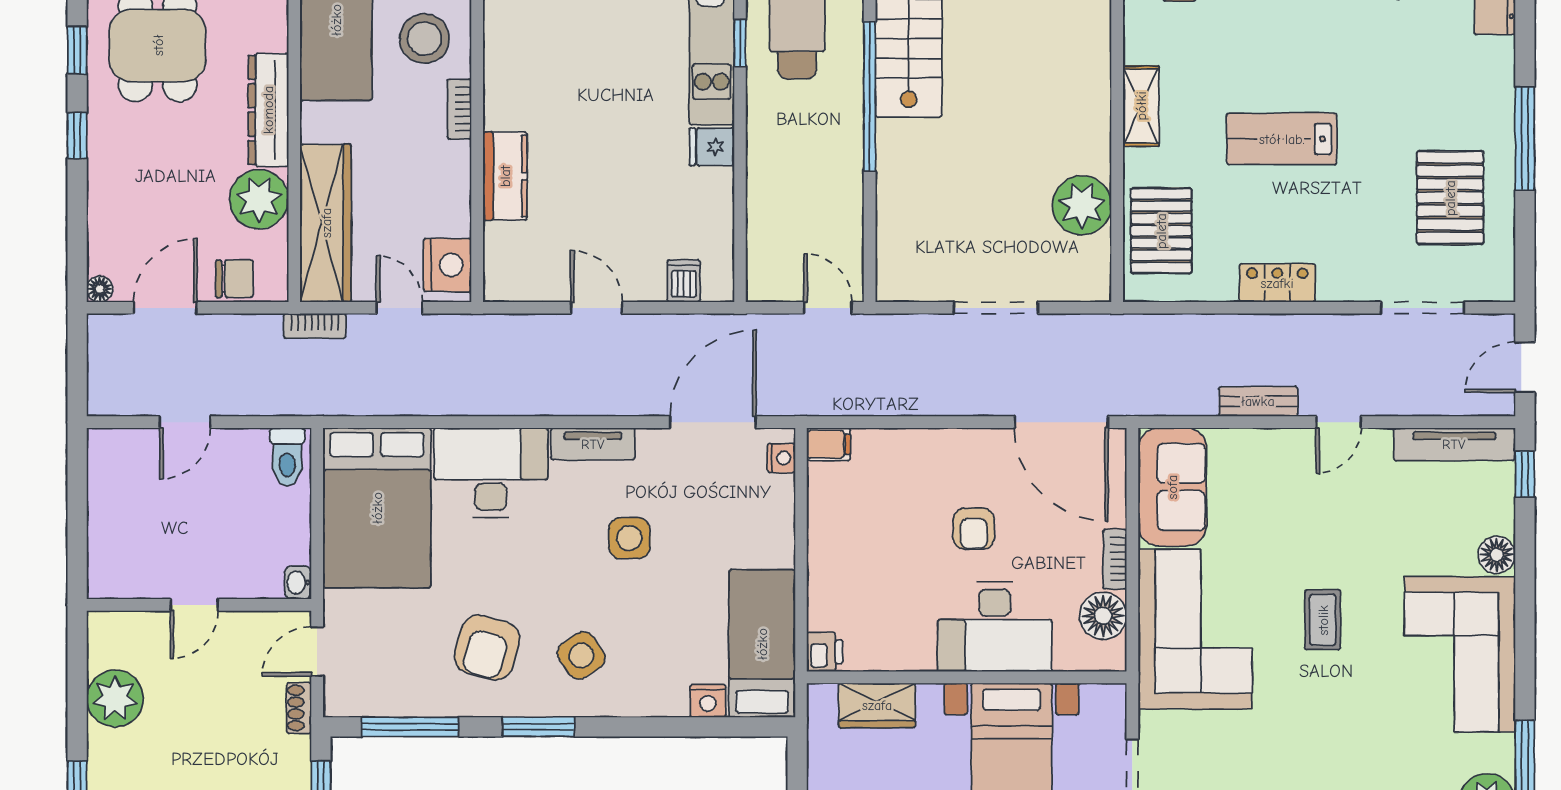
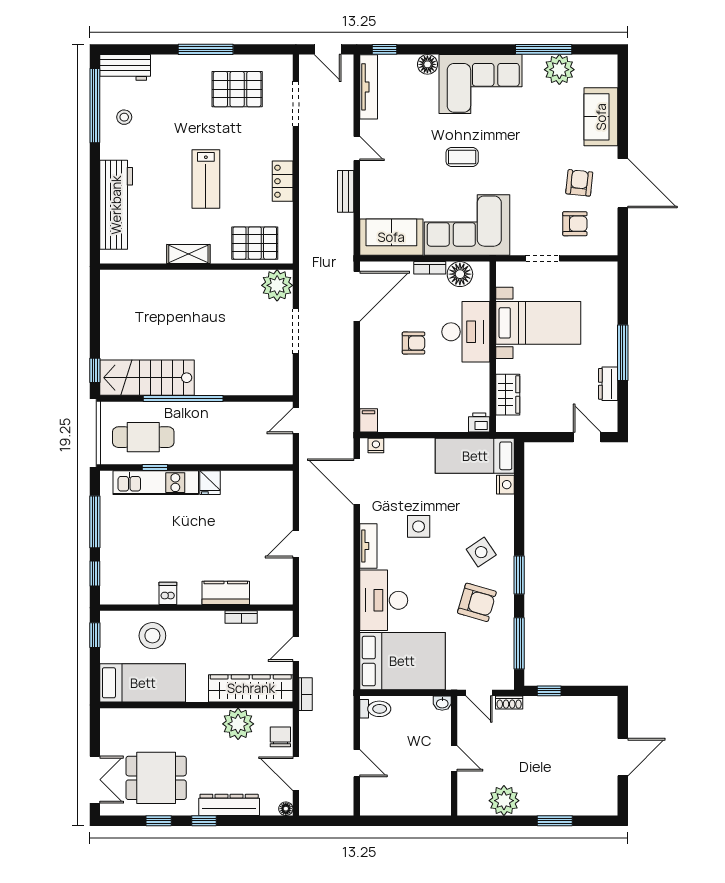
bookcase: (459, 109) -> (241, 617), moved
dresser: (268, 110) -> (229, 805), moved, turned 180
plant: (1082, 205) -> (277, 285), moved
nightstand: (447, 265) -> (273, 623), removed
dishwasher: (684, 281) -> (168, 593), moved, turned 90

